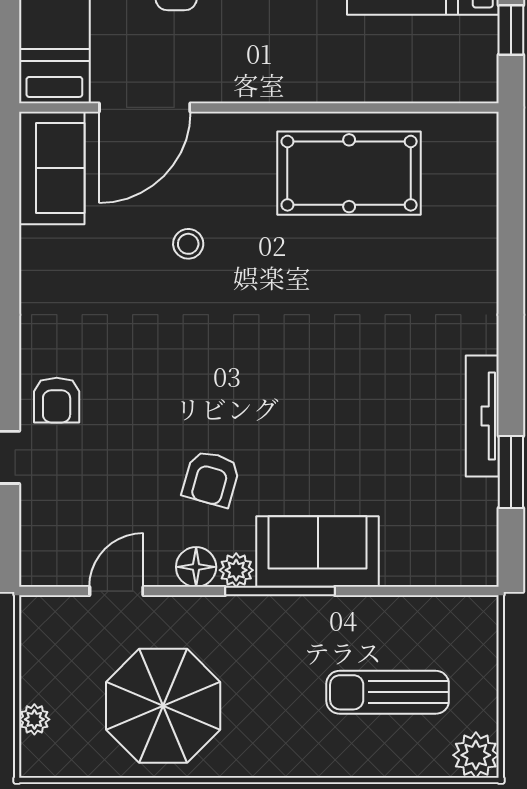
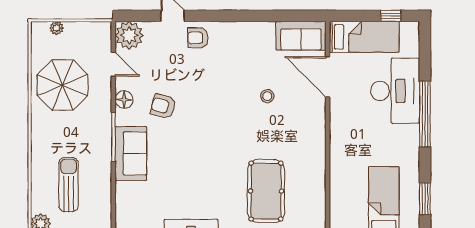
pool table: (349, 173) -> (266, 191), moved
plant: (236, 570) -> (129, 35), moved, width x1.87, depth x1.87

